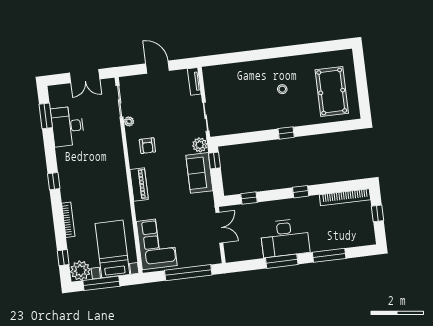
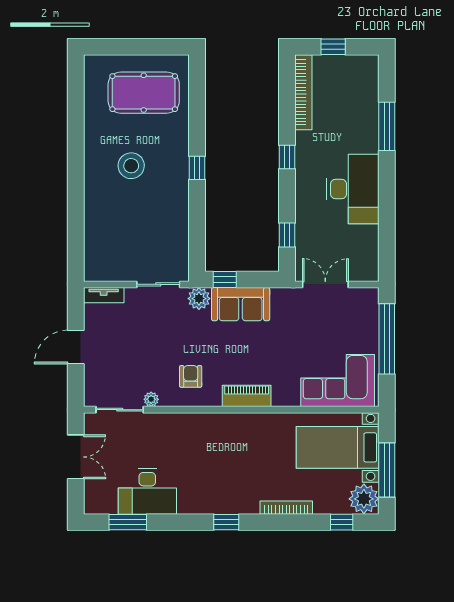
stool: (282, 89) -> (131, 166), width x1.89, depth x1.89
armchair: (147, 146) -> (191, 376), turned -90
window: (282, 261) -> (387, 198), removed

